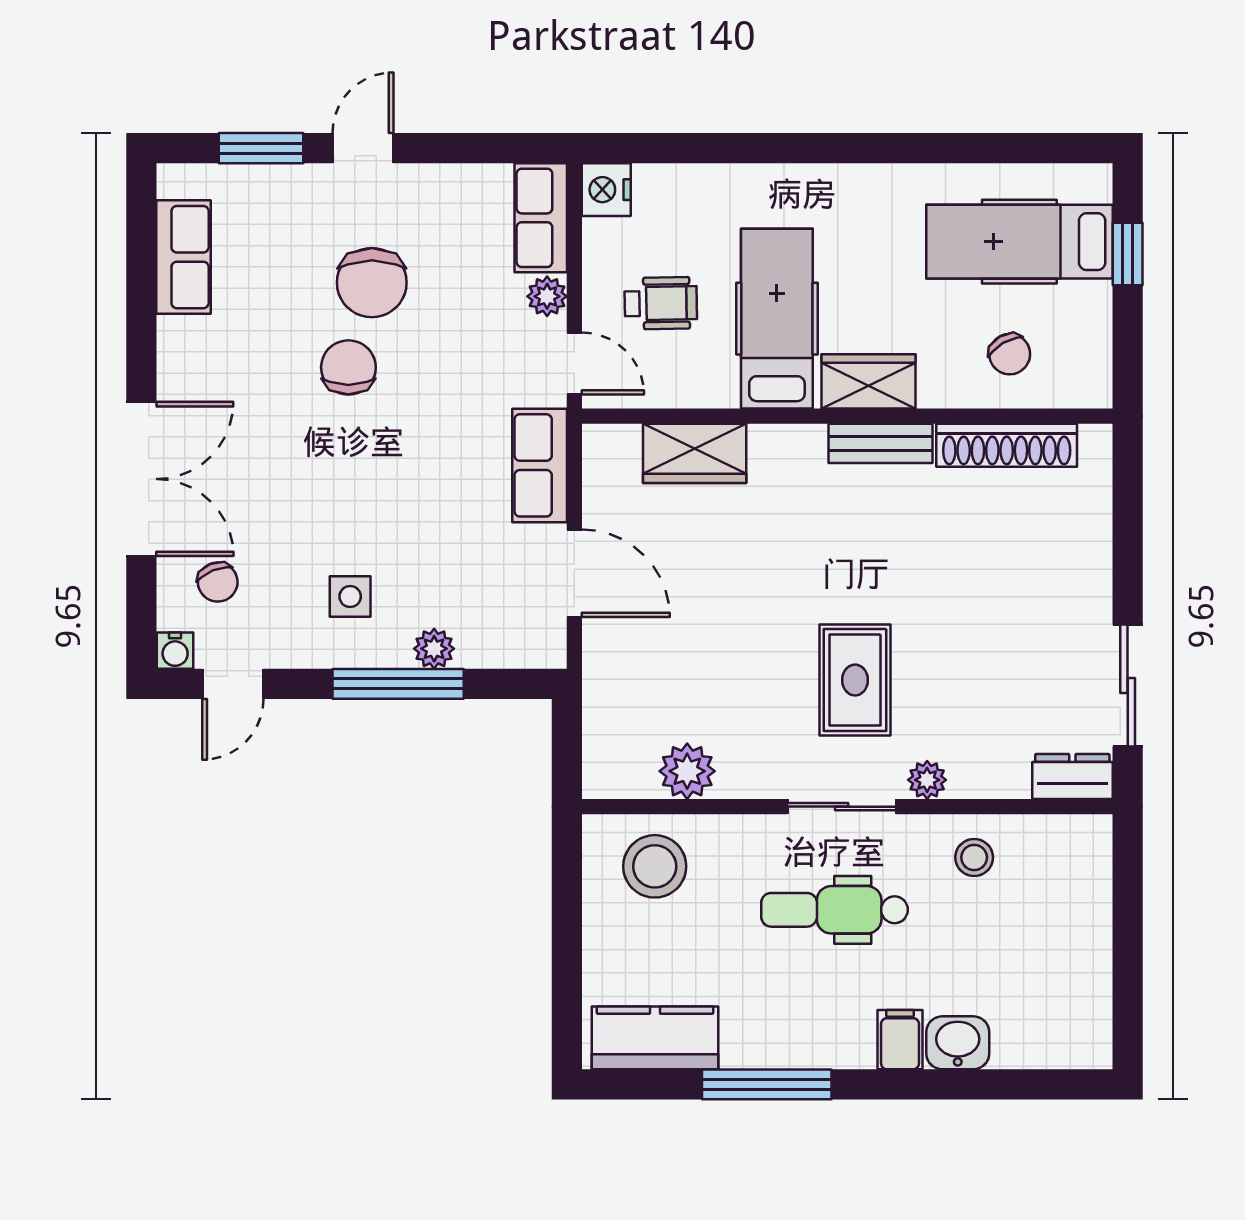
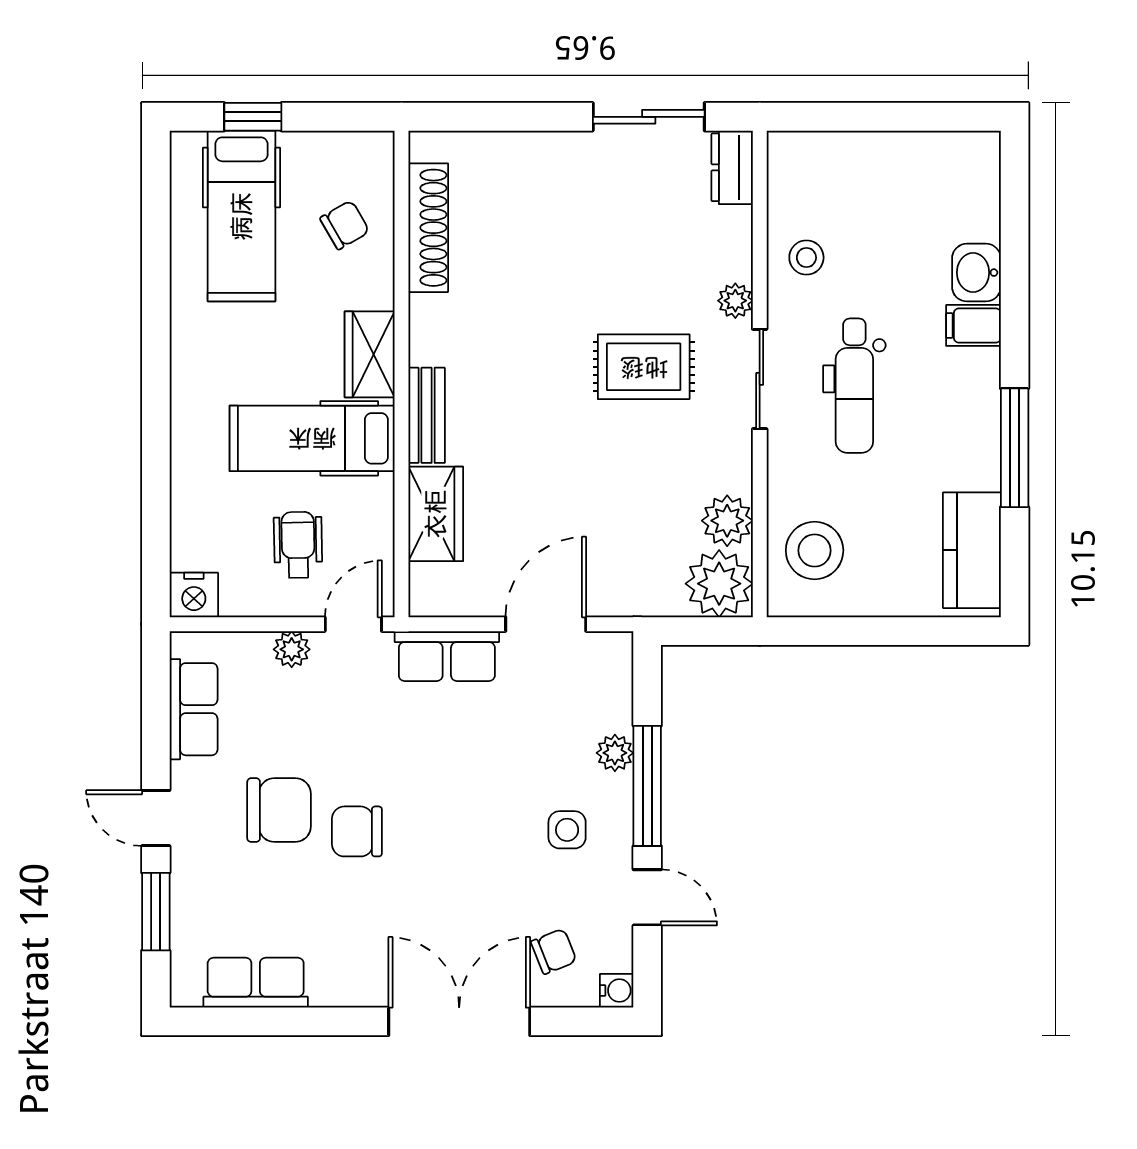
row of seats: (541, 218) -> (194, 709), moved, turned -90
bench: (881, 443) -> (427, 415), moved
door: (233, 684) -> (647, 897), moved
plant: (619, 762) -> (719, 584), added

